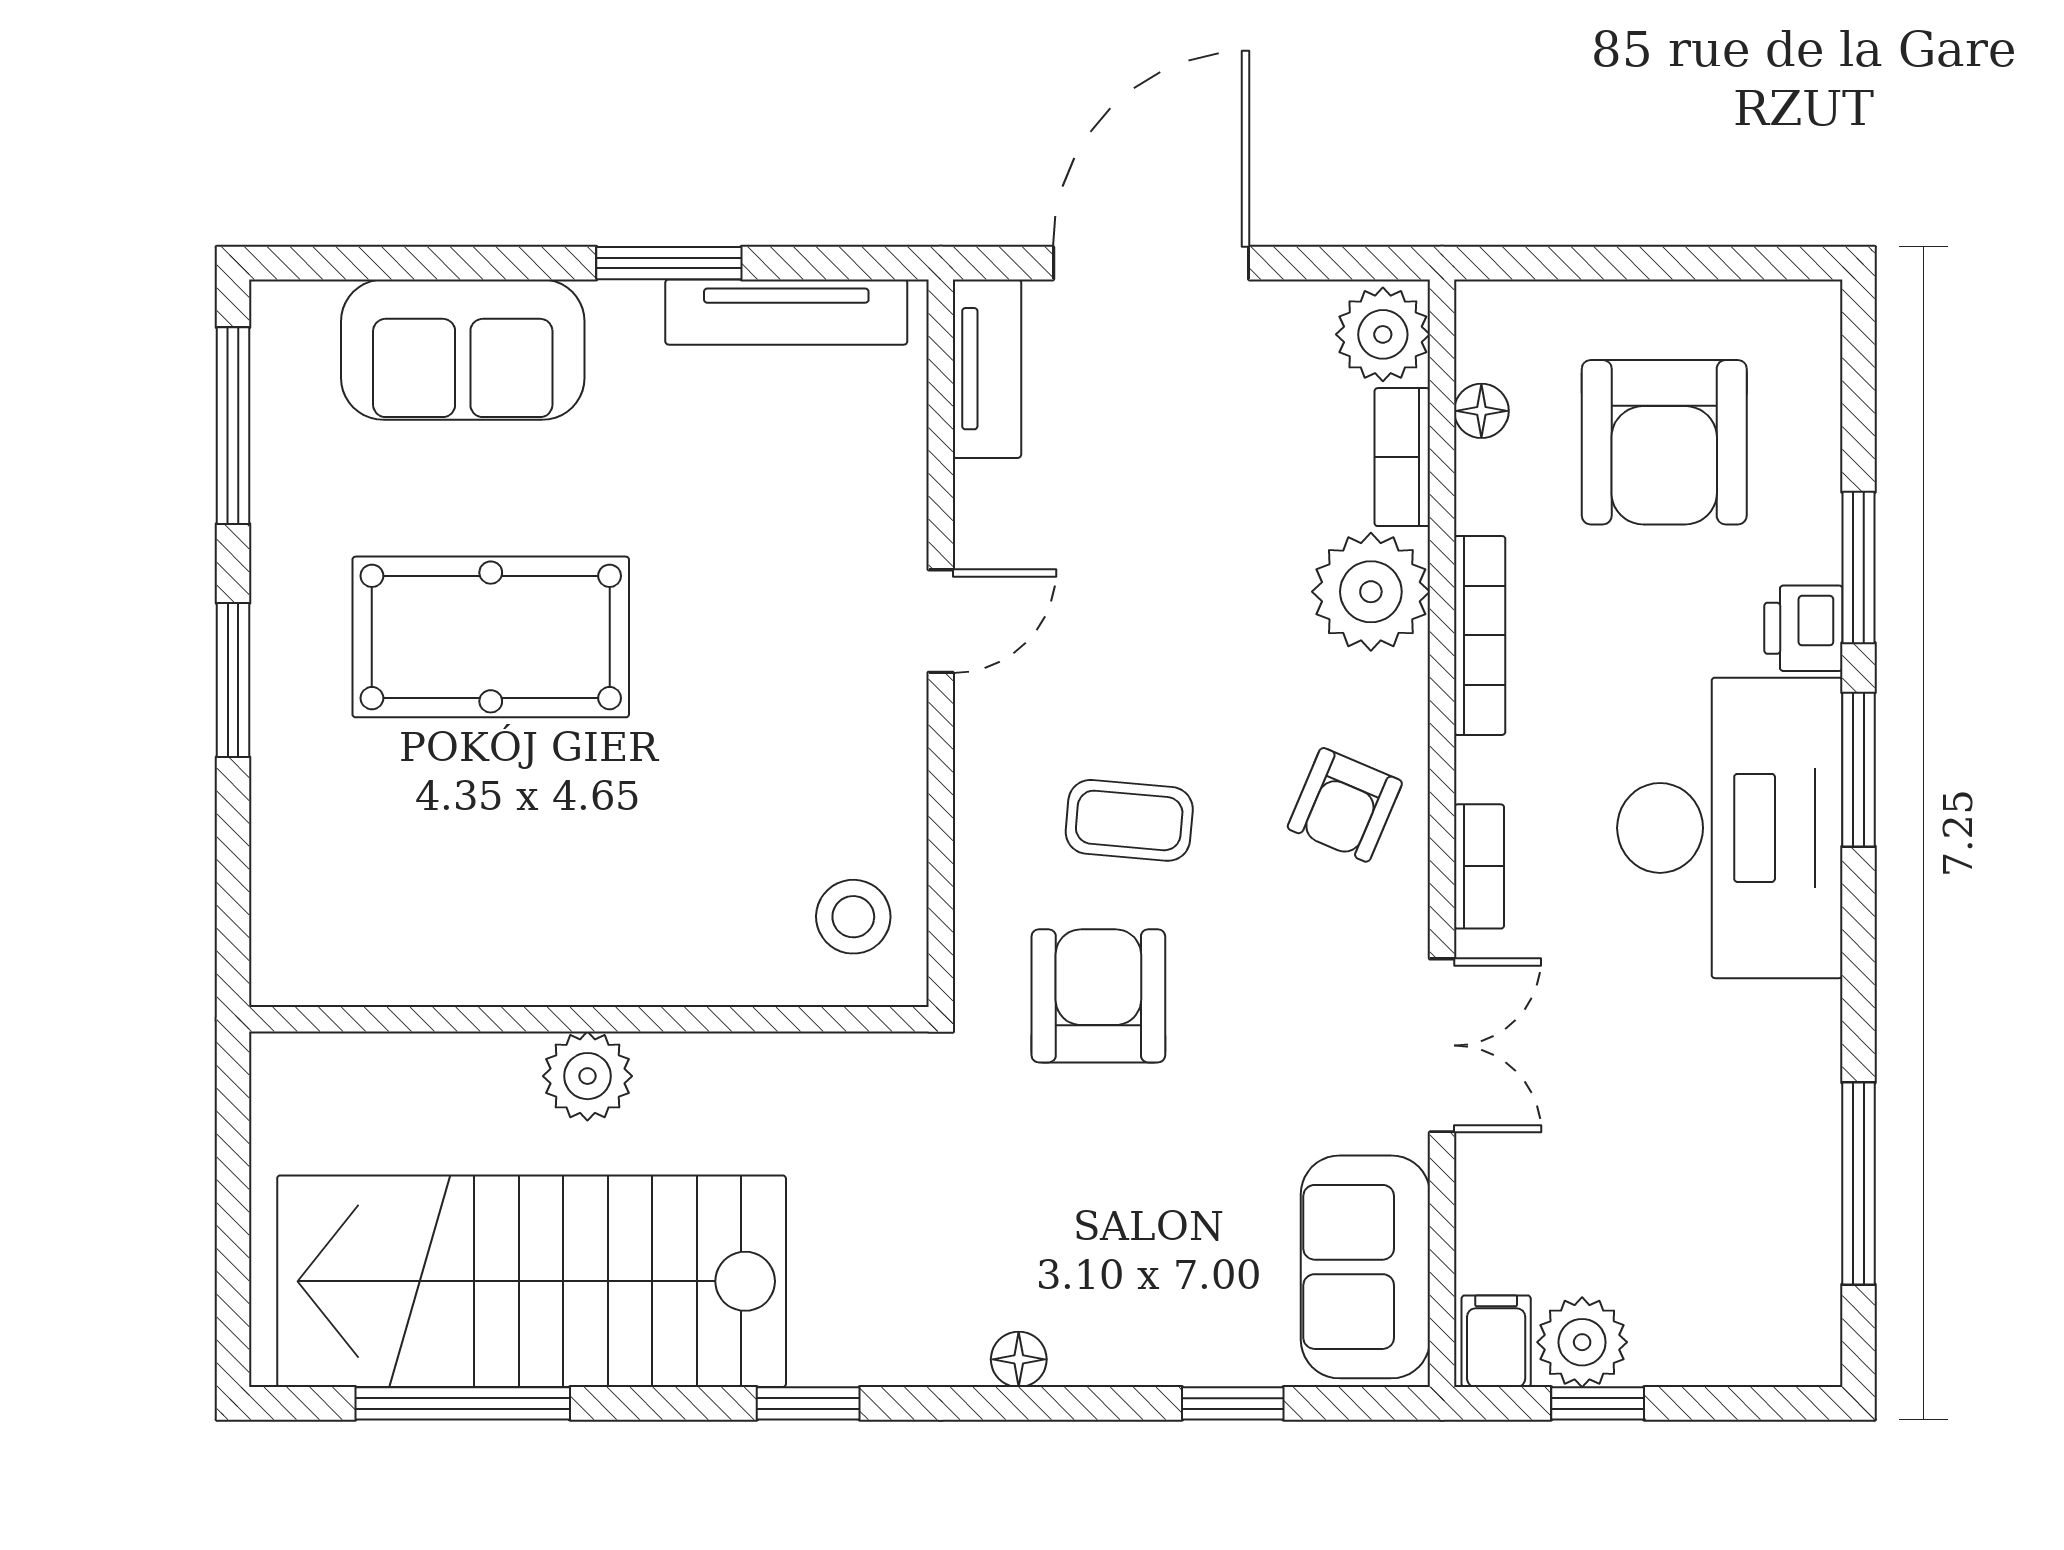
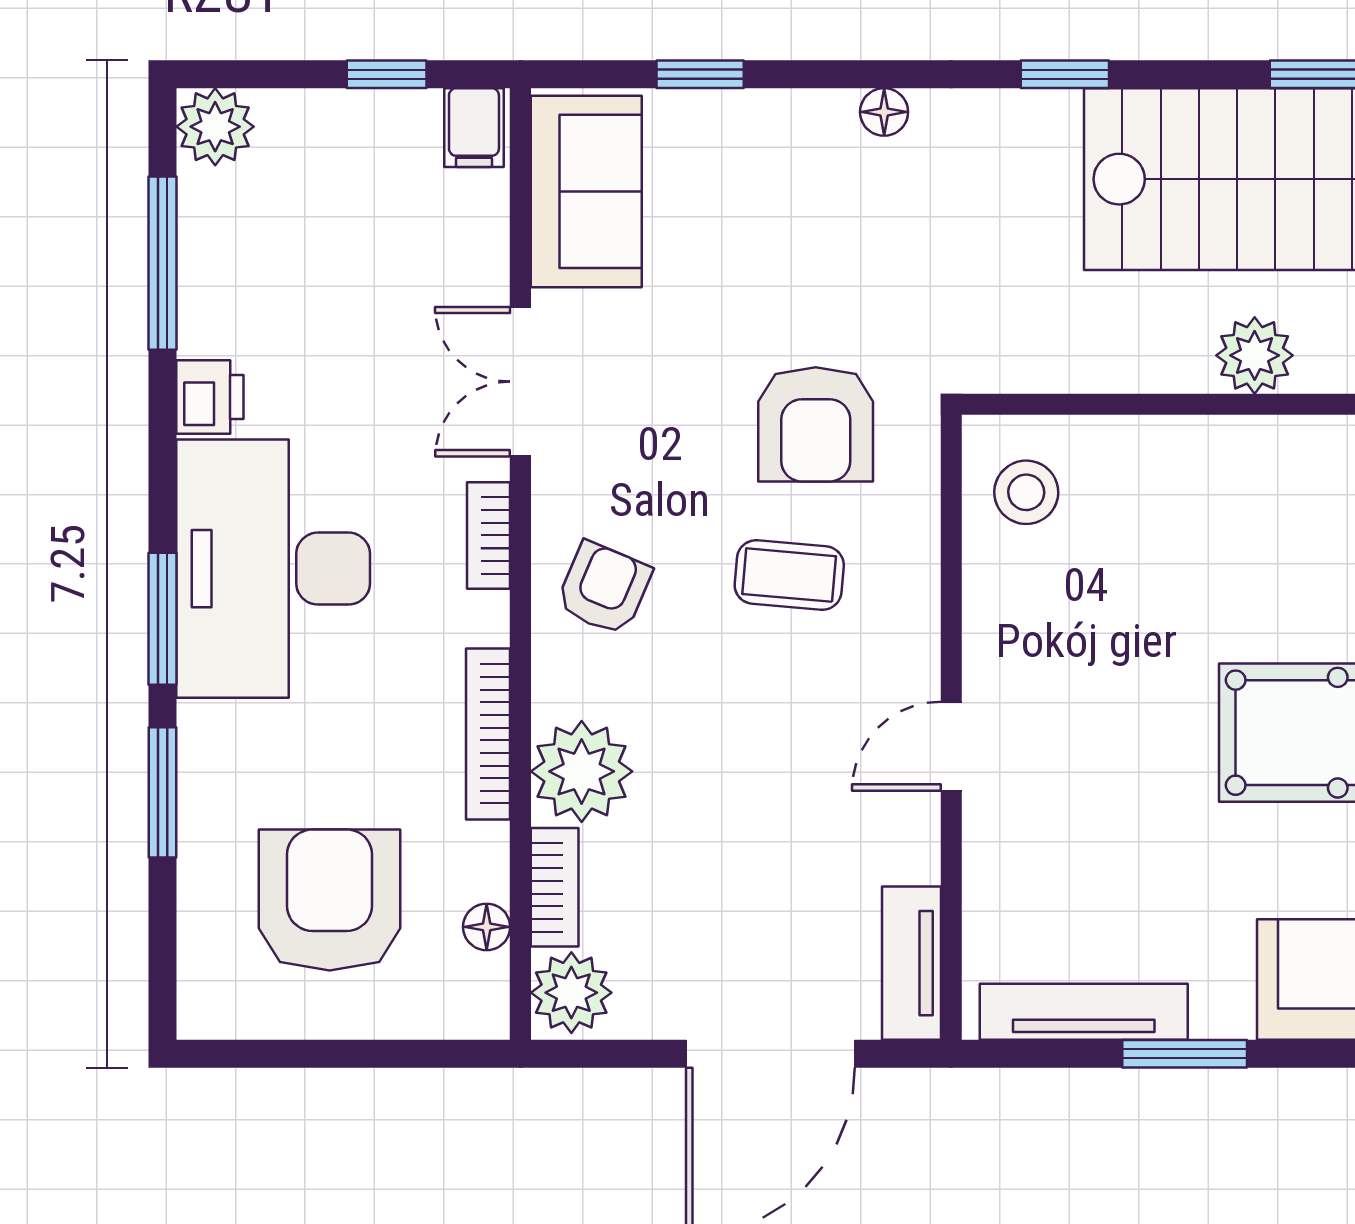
printer: (1803, 628) -> (210, 397), moved
plant: (1582, 1342) -> (215, 127), moved

